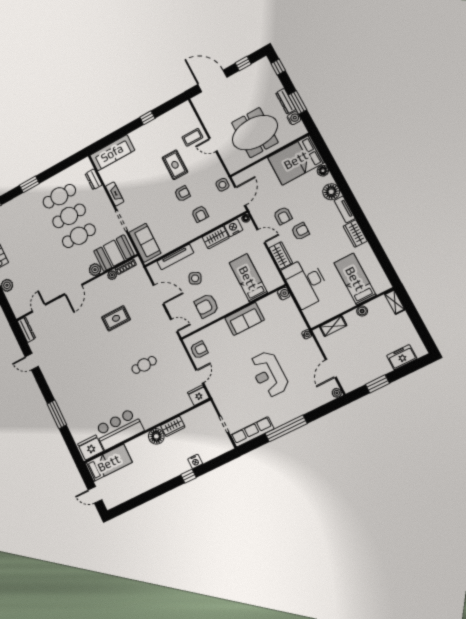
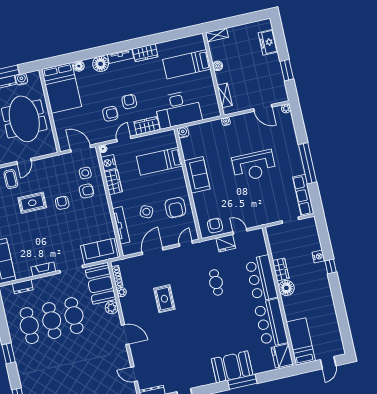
side table: (222, 185) -> (85, 173), moved
fridge: (198, 395) -> (226, 243), moved, turned -90
booth: (68, 401) -> (232, 367), added
bar counter: (159, 409) -> (262, 278), added

